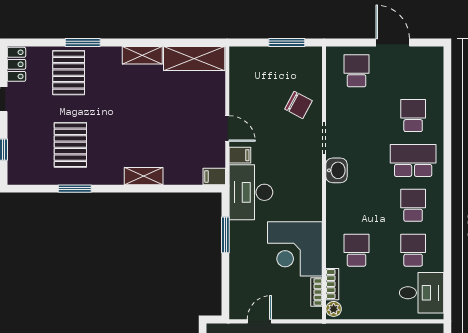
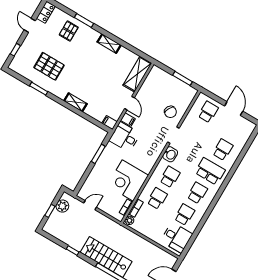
shelving: (194, 58) -> (137, 74), moved, turned 90
pallet: (69, 73) -> (69, 31), width x0.67, depth x0.71
pallet: (70, 145) -> (49, 66), turned 90
desk: (251, 192) -> (125, 137), width x0.73
school desk: (357, 205) -> (170, 177), added

